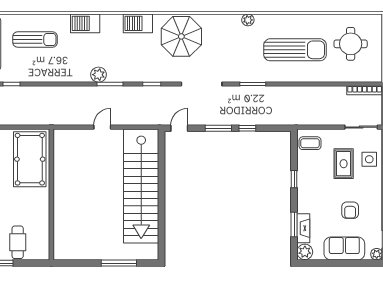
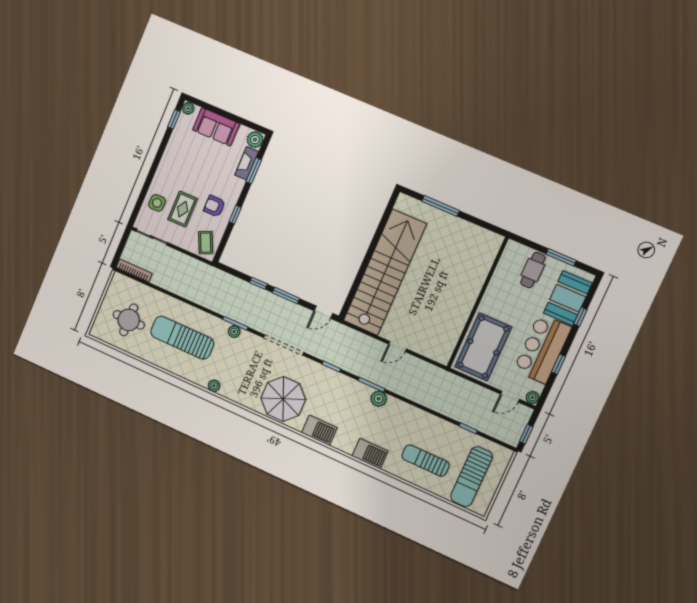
plant: (251, 76) -> (234, 332), added
coffee table: (310, 143) -> (206, 243), turned 65
armchair: (350, 210) -> (214, 206), moved, turned -90

